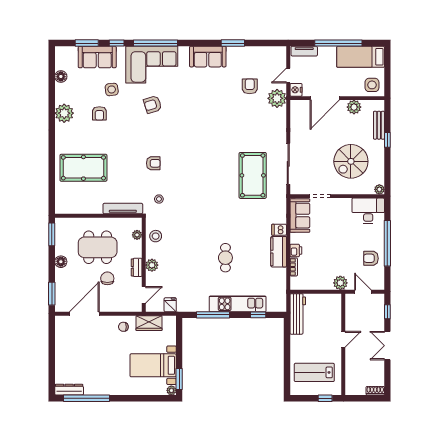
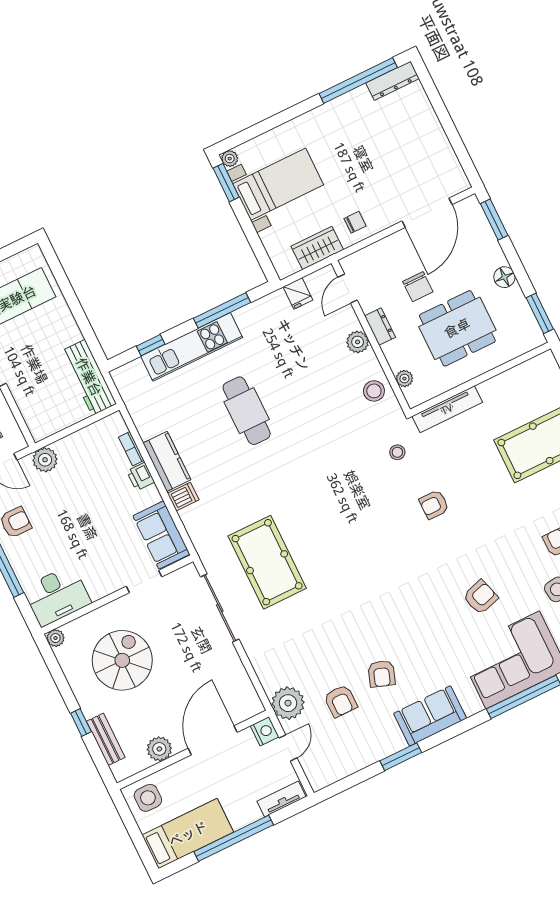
armchair: (222, 90) -> (382, 674), added
cafe table: (225, 258) -> (247, 411), width x1.37, depth x1.35

